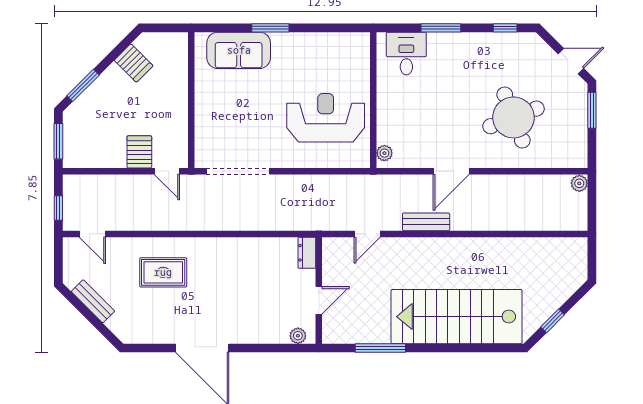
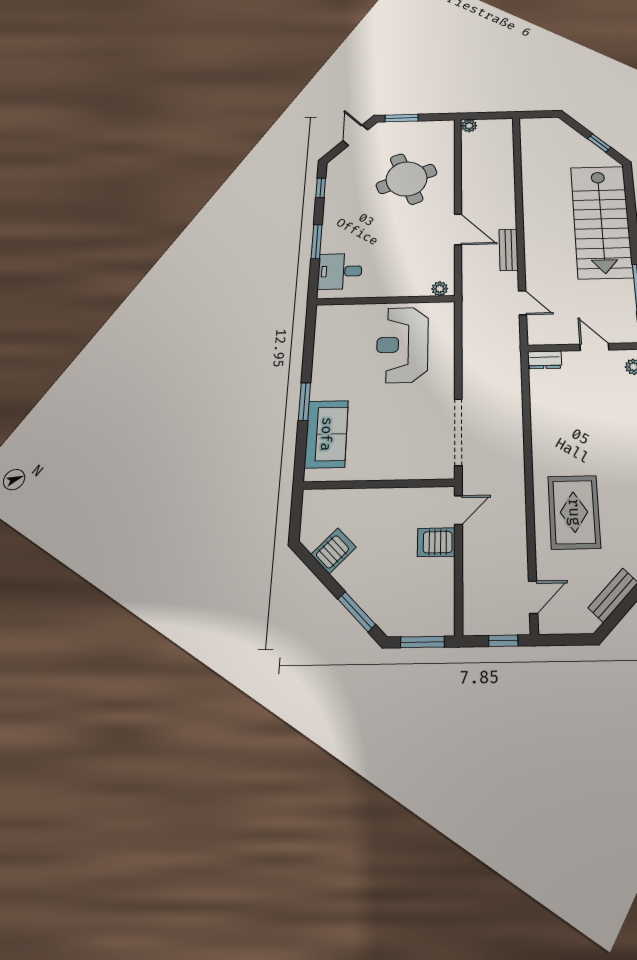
rug: (163, 272) -> (574, 512), width x1.36, depth x1.43

